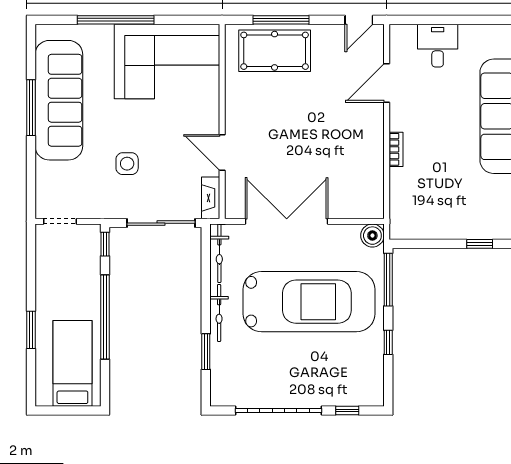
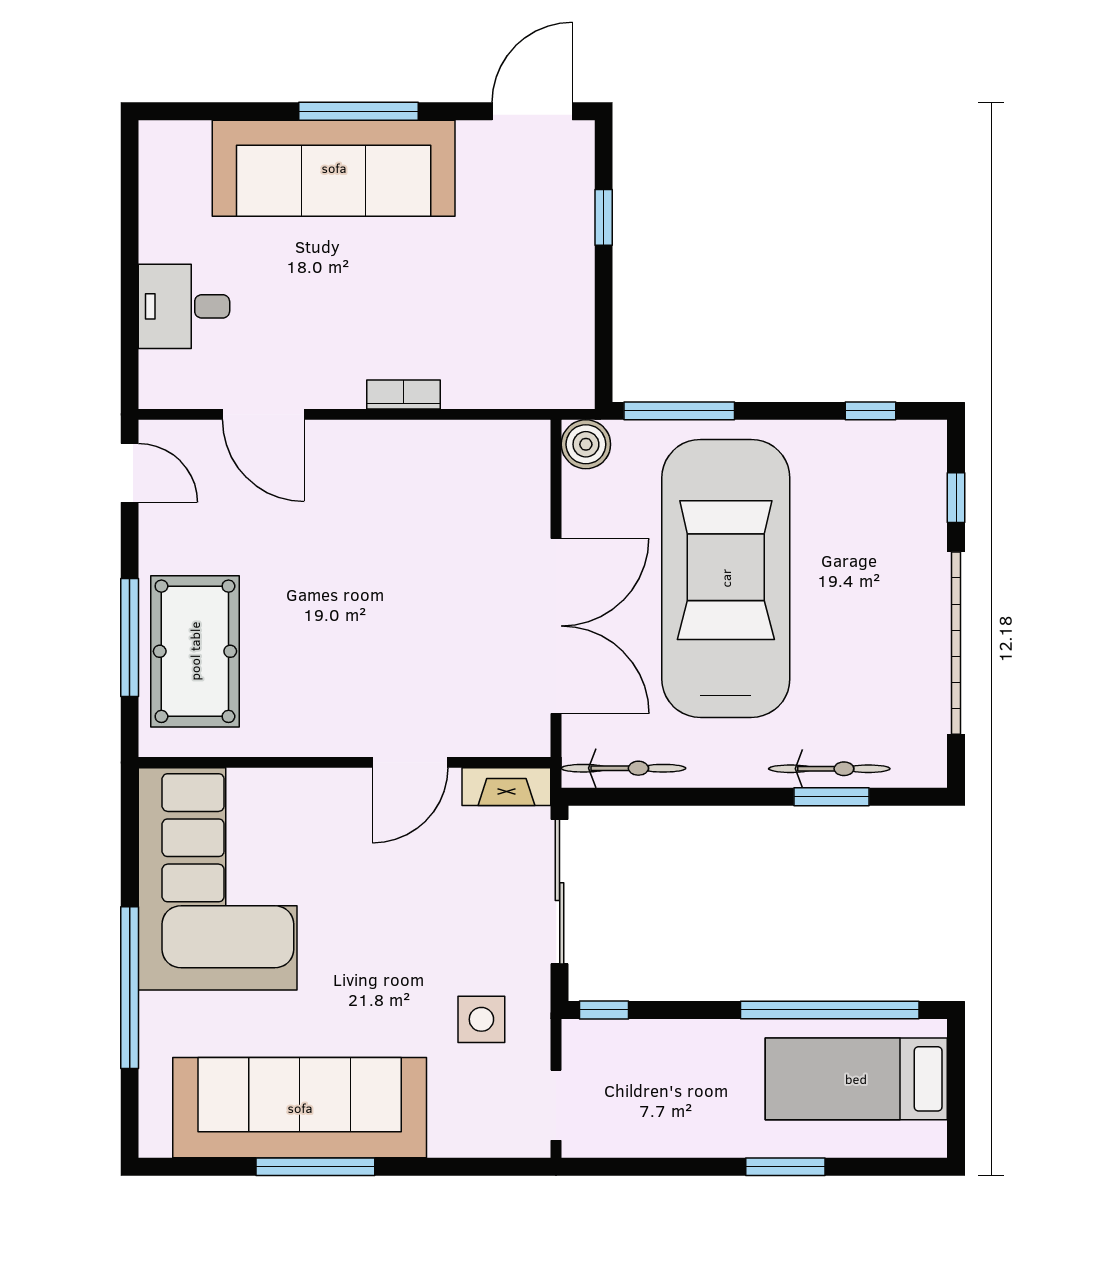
side table: (127, 164) -> (481, 1019), moved
double door: (287, 221) -> (556, 626), swing flipped
bicycle: (219, 313) -> (829, 769), moved
window: (105, 317) -> (830, 1010), moved
window: (388, 342) -> (870, 411), moved

